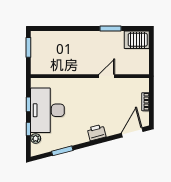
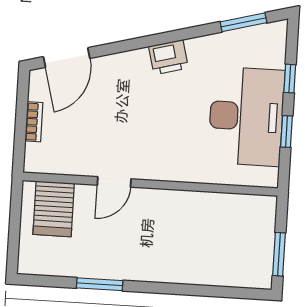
server rack: (137, 40) -> (54, 209), moved, turned 90
printer: (97, 132) -> (168, 57), moved
plant: (36, 138) -> (275, 57), removed
window: (62, 151) -> (244, 22), moved

